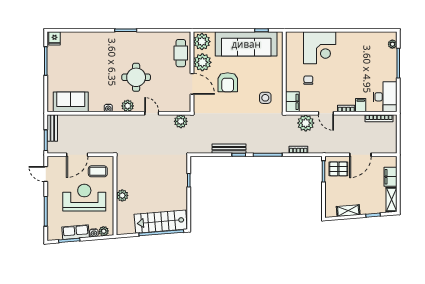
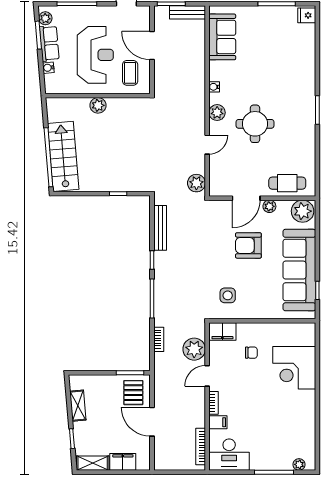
plant: (202, 62) -> (269, 206), width x0.53, depth x0.53
bench: (229, 149) -> (160, 228), moved
plant: (104, 231) -> (45, 18), moved

